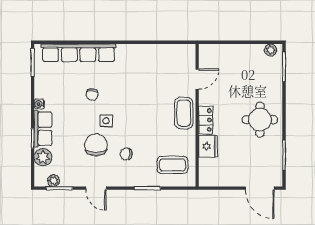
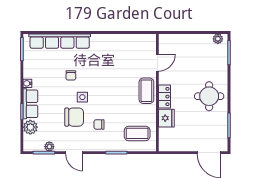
chair: (96, 145) -> (74, 117), turned 90
plant: (53, 181) -> (49, 147), moved

